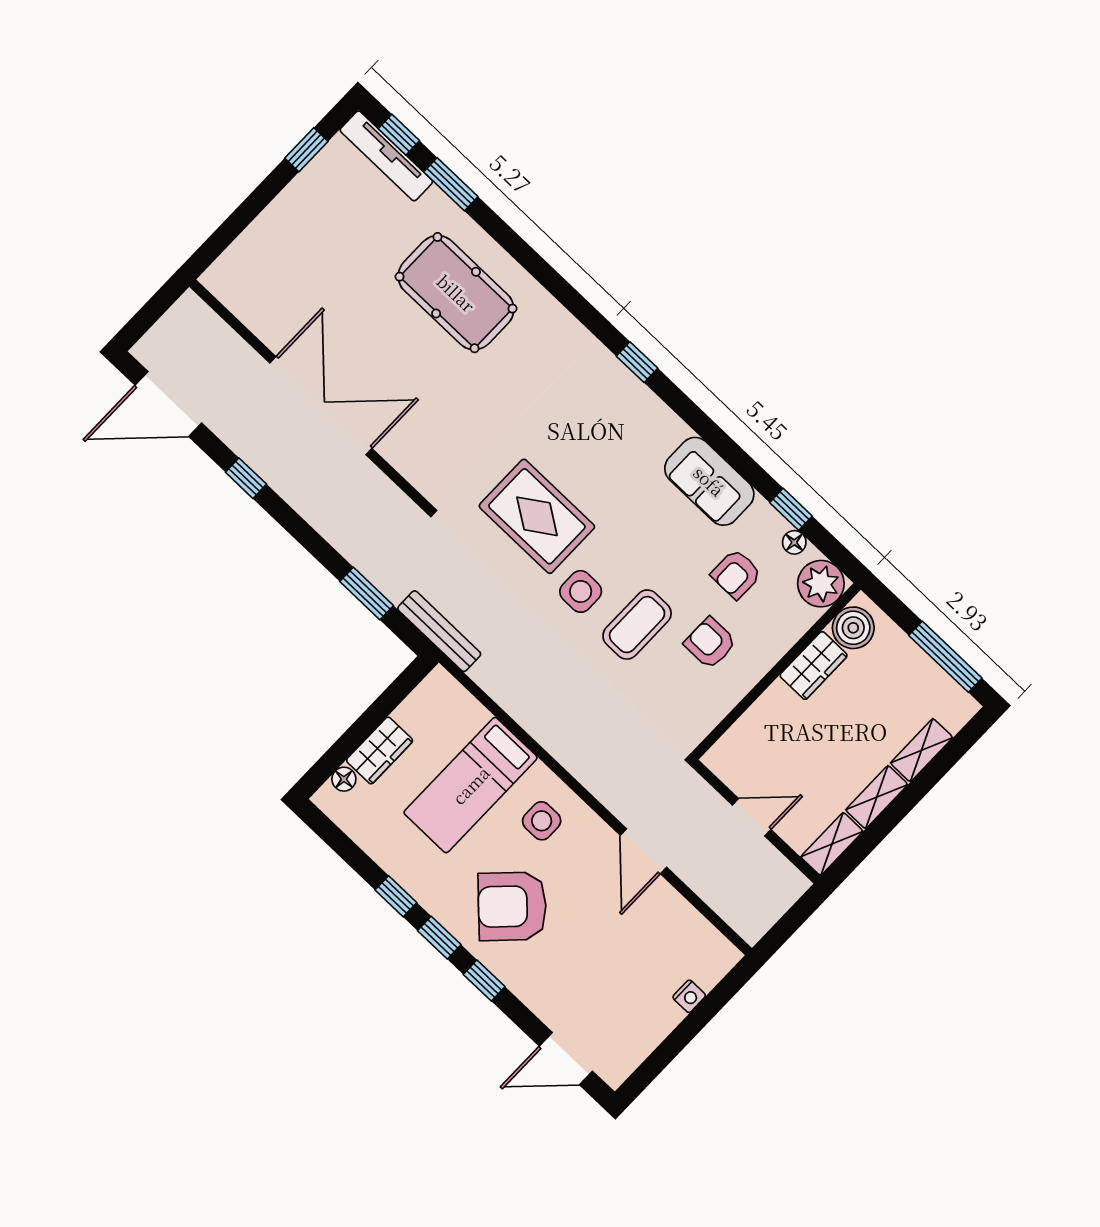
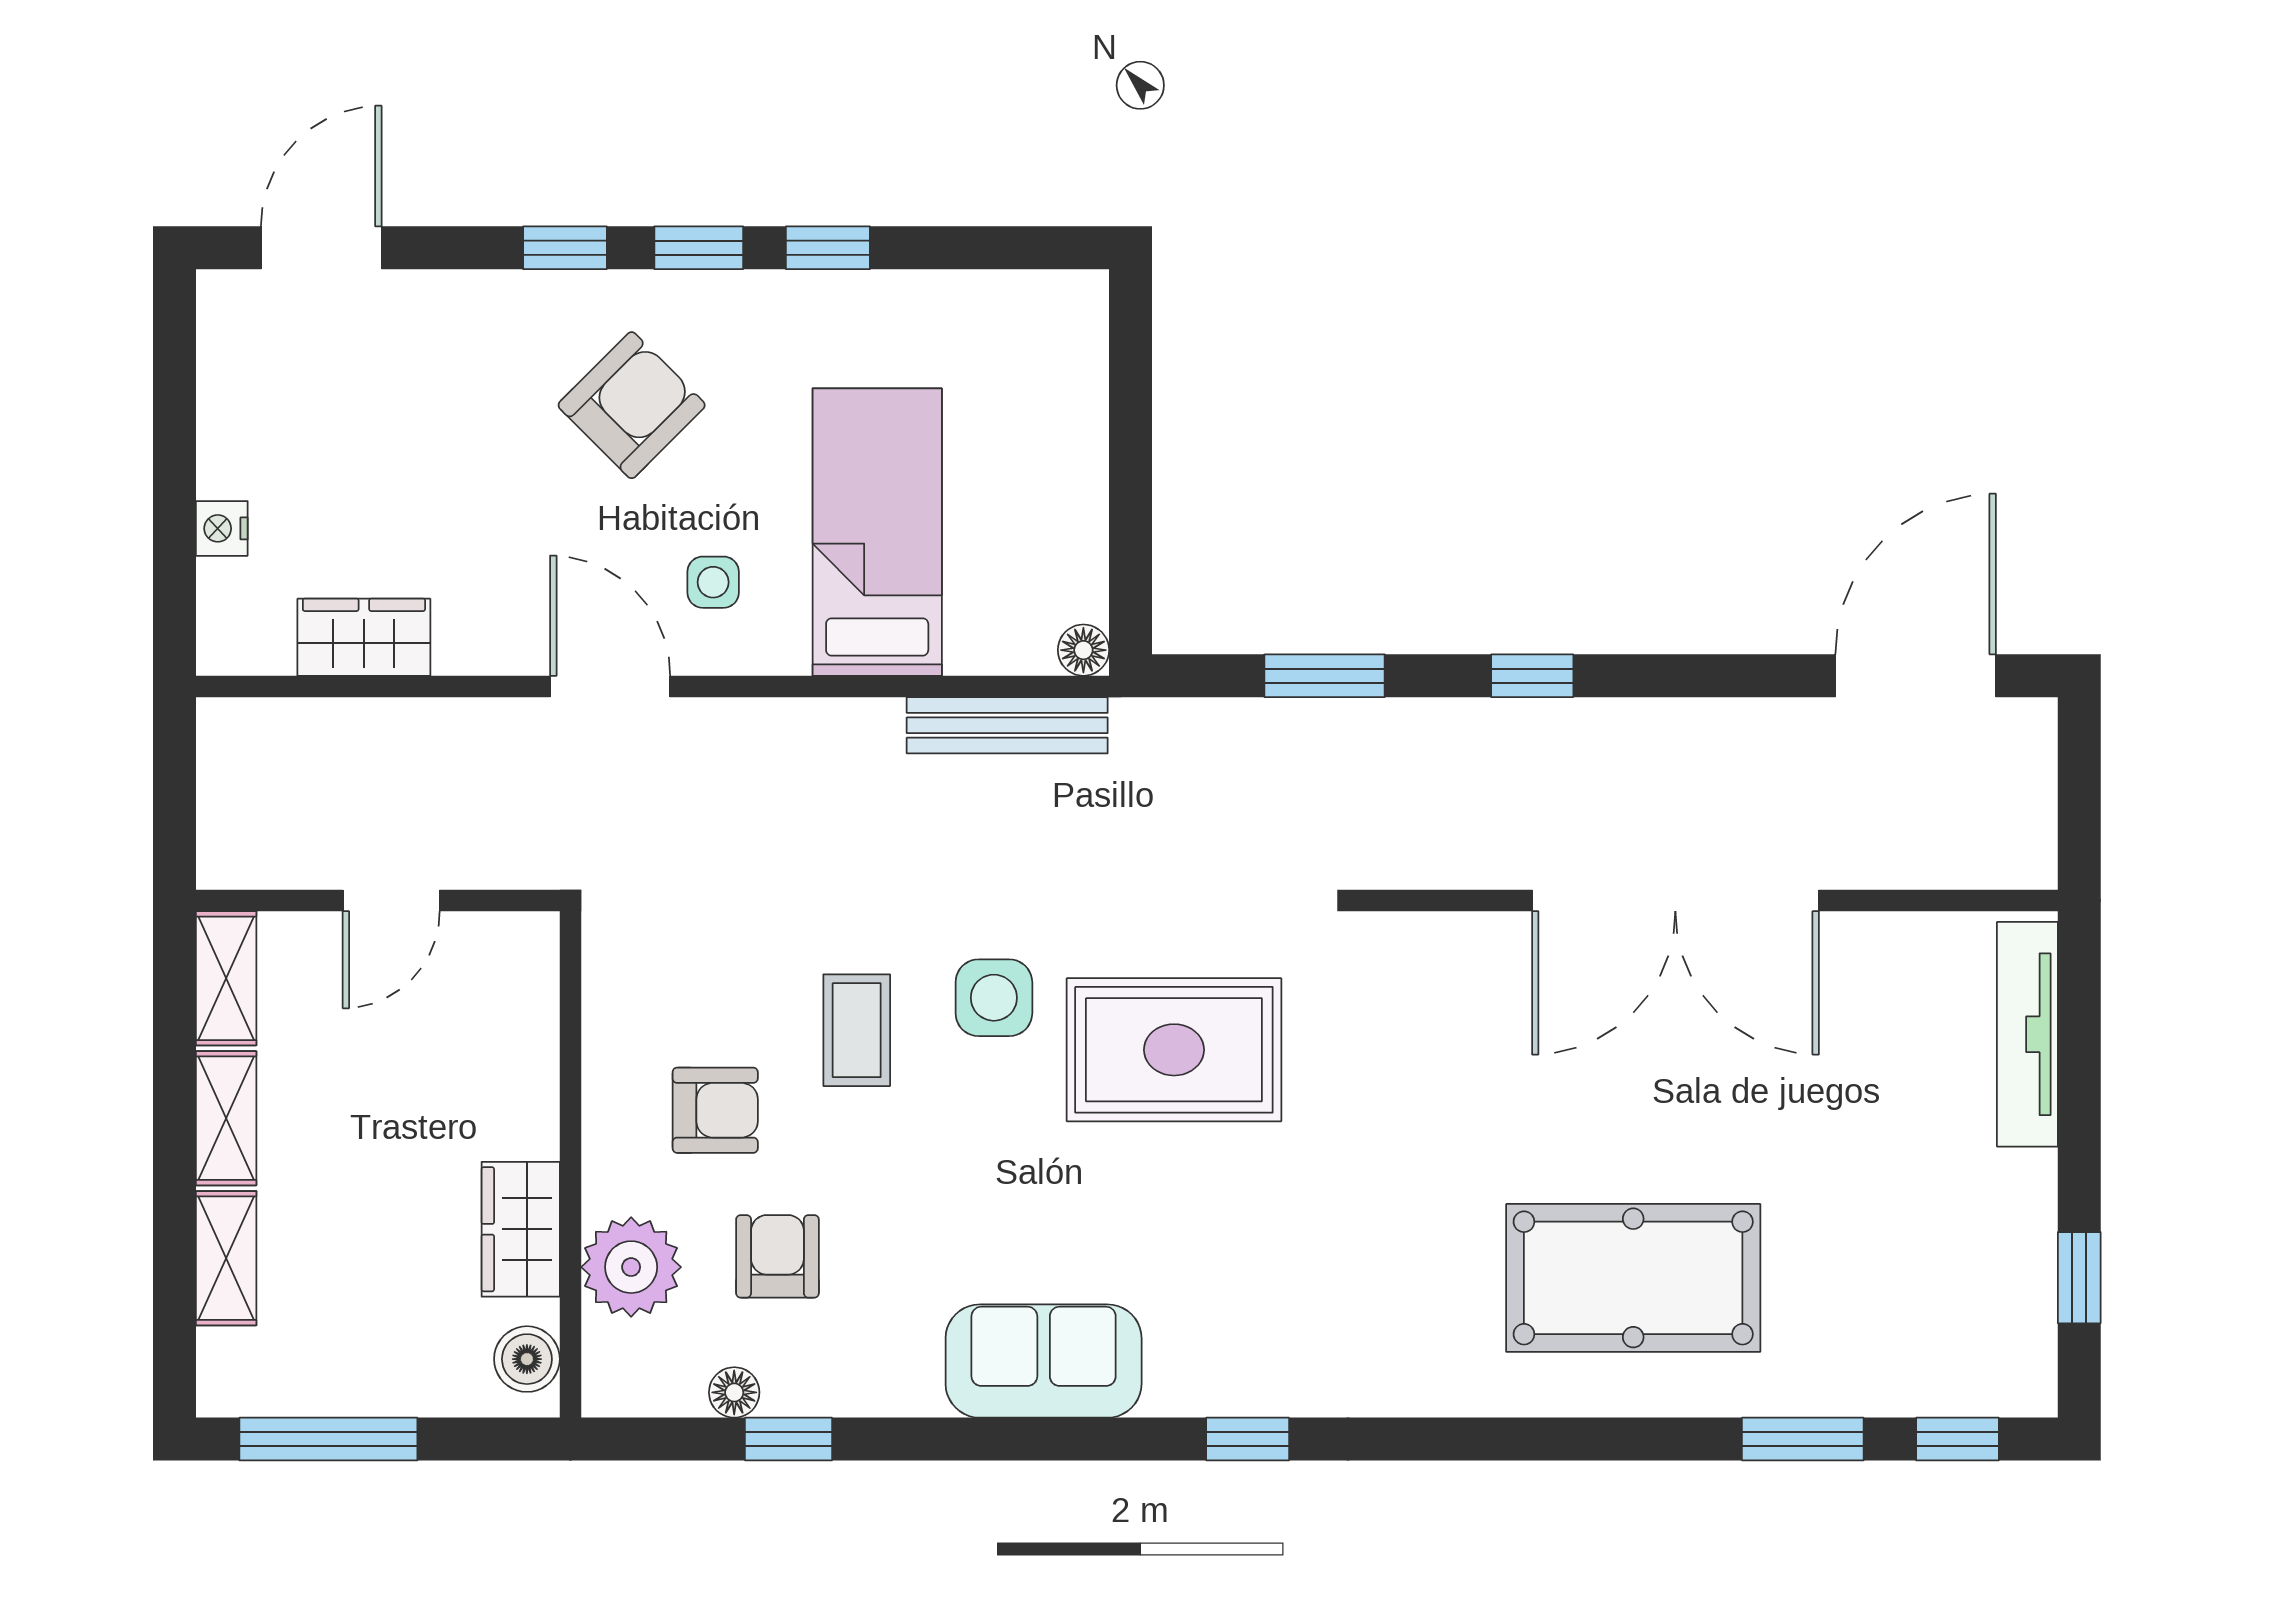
tv unit: (386, 156) -> (2027, 1034), moved, turned -90
window: (246, 478) -> (1532, 676), moved
sofa: (709, 481) -> (1044, 1361), moved
plant: (821, 584) -> (631, 1267), moved
coffee table: (637, 625) -> (857, 1030), width x0.73, depth x0.77
boiler: (853, 628) -> (527, 1359), width x0.73, depth x0.73
bench: (439, 631) -> (1007, 725), moved
wardrobe: (380, 750) -> (364, 637), moved, turned 90
floor lamp: (344, 779) -> (1083, 650), moved
side table: (542, 821) -> (713, 582), width x0.73, depth x0.73
door: (643, 851) -> (610, 686), moved
armchair: (512, 906) -> (632, 405), width x0.73, depth x0.73

